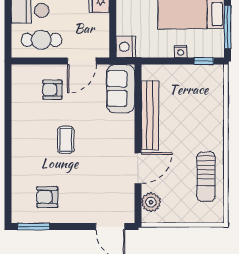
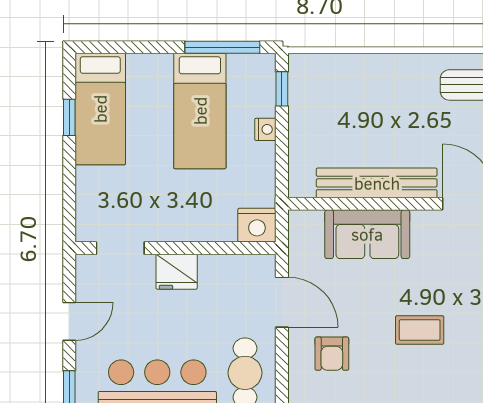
sofa: (121, 89) -> (367, 234), moved

